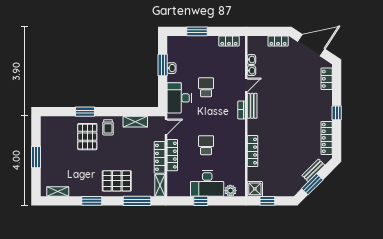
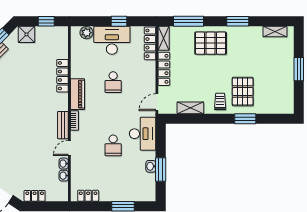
piano: (239, 134) -> (78, 94), added
locker: (172, 155) -> (150, 43), moved
shower: (255, 189) -> (27, 34), moved

